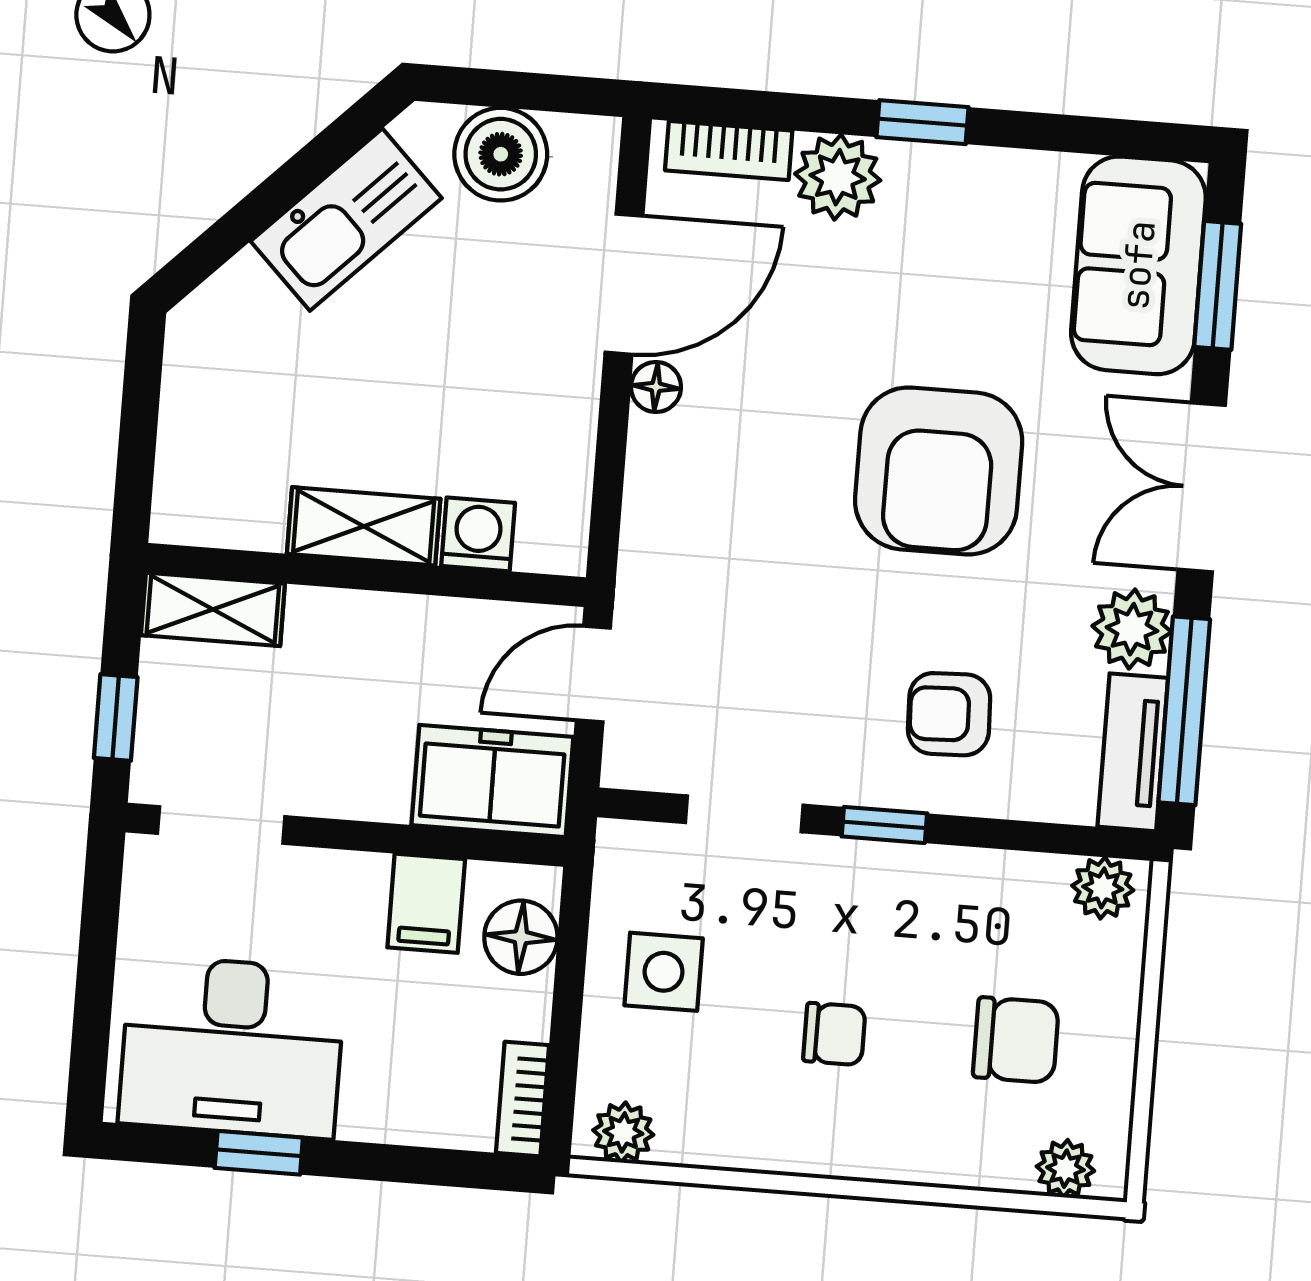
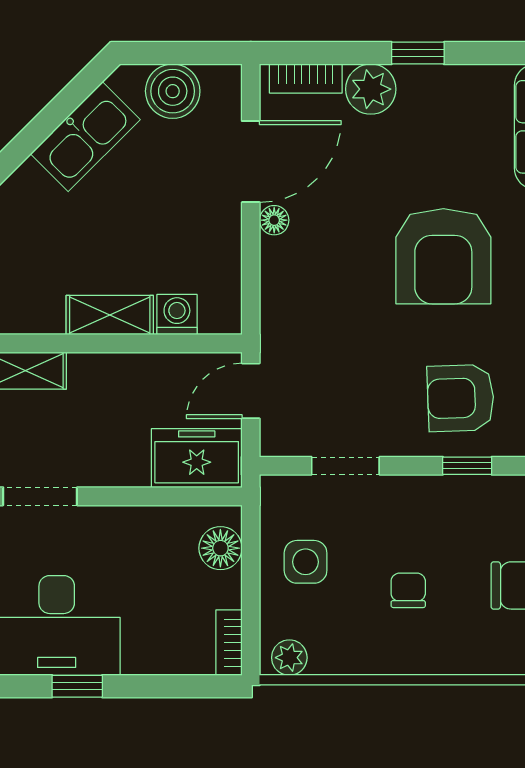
armchair: (949, 714) -> (461, 398), width x1.38, depth x1.38
window: (884, 825) -> (467, 466), moved
filing cabinet: (426, 903) -> (164, 533), removed
chair: (834, 1034) -> (408, 590), turned -90

